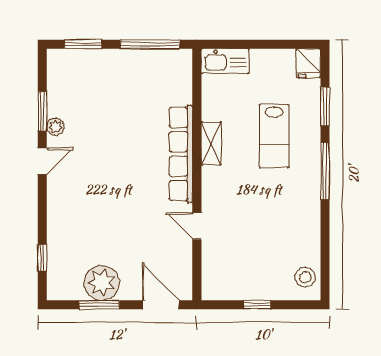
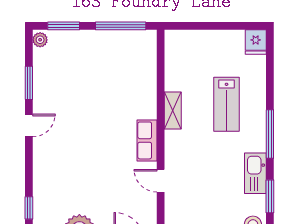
kitchen sink: (225, 61) -> (255, 173), moved, turned 90
window: (325, 106) -> (270, 196), moved
plant: (55, 127) -> (40, 40), moved
row of seats: (181, 154) -> (147, 140), width x0.50

